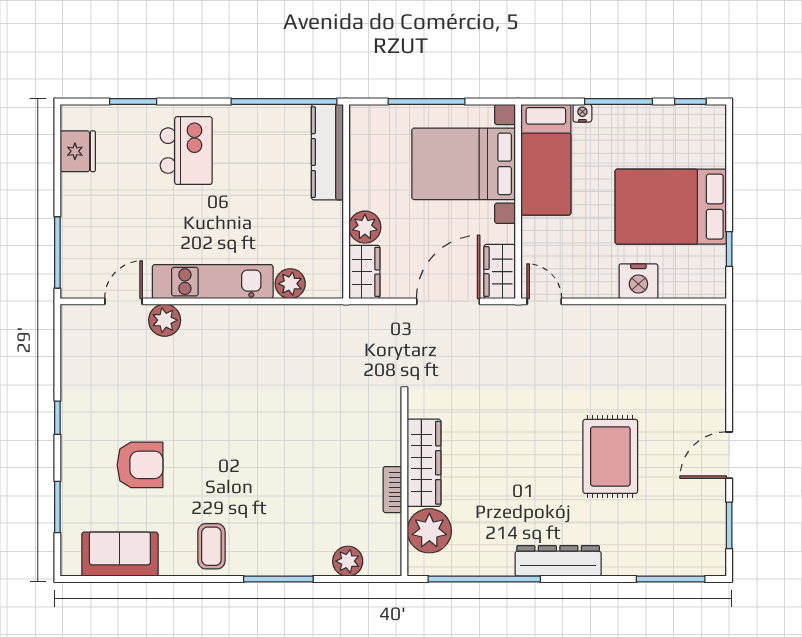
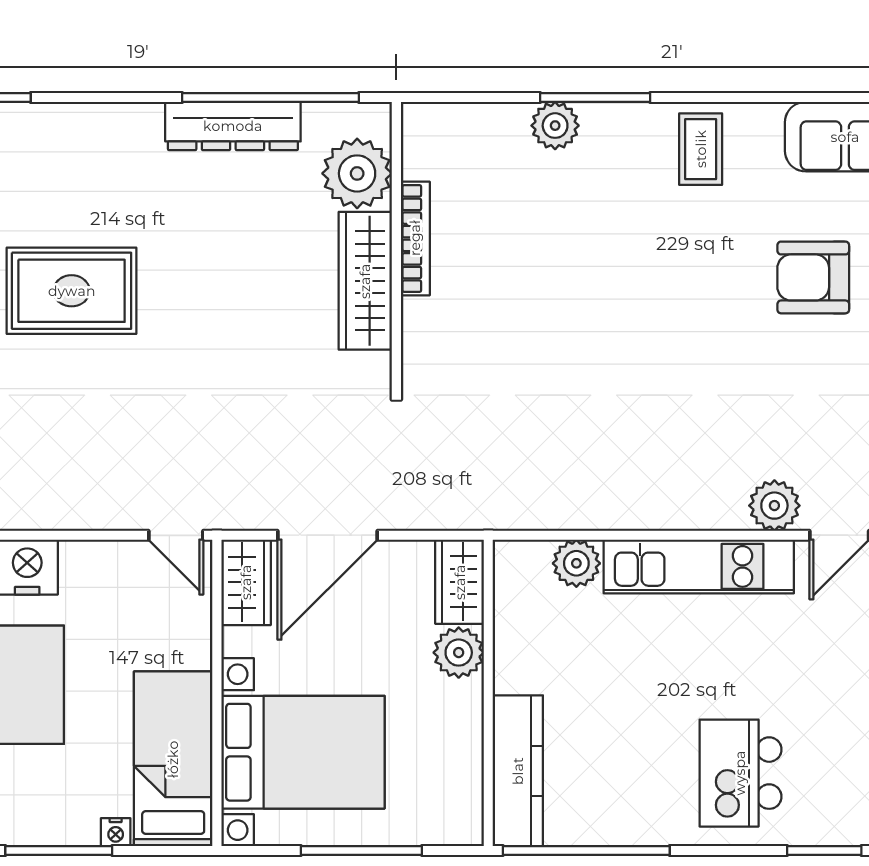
rug: (610, 456) -> (72, 291), turned 90
bookcase: (392, 490) -> (415, 238), width x1.56
plant: (348, 561) -> (555, 126), moved
dresser: (558, 561) -> (233, 126), moved

